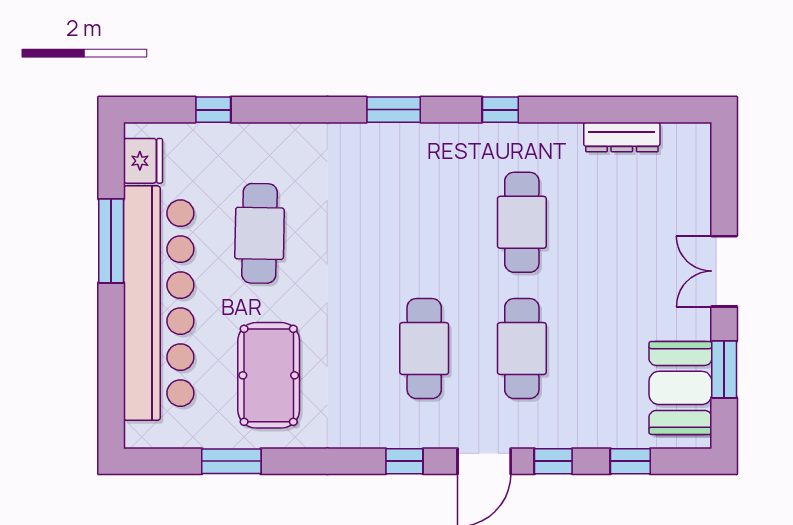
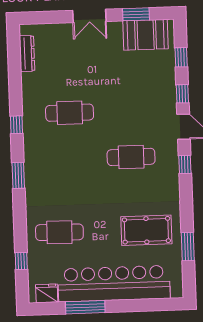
dresser: (622, 137) -> (27, 53), moved
cafe table: (260, 233) -> (59, 232), moved
cafe table: (522, 349) -> (129, 111), removed

